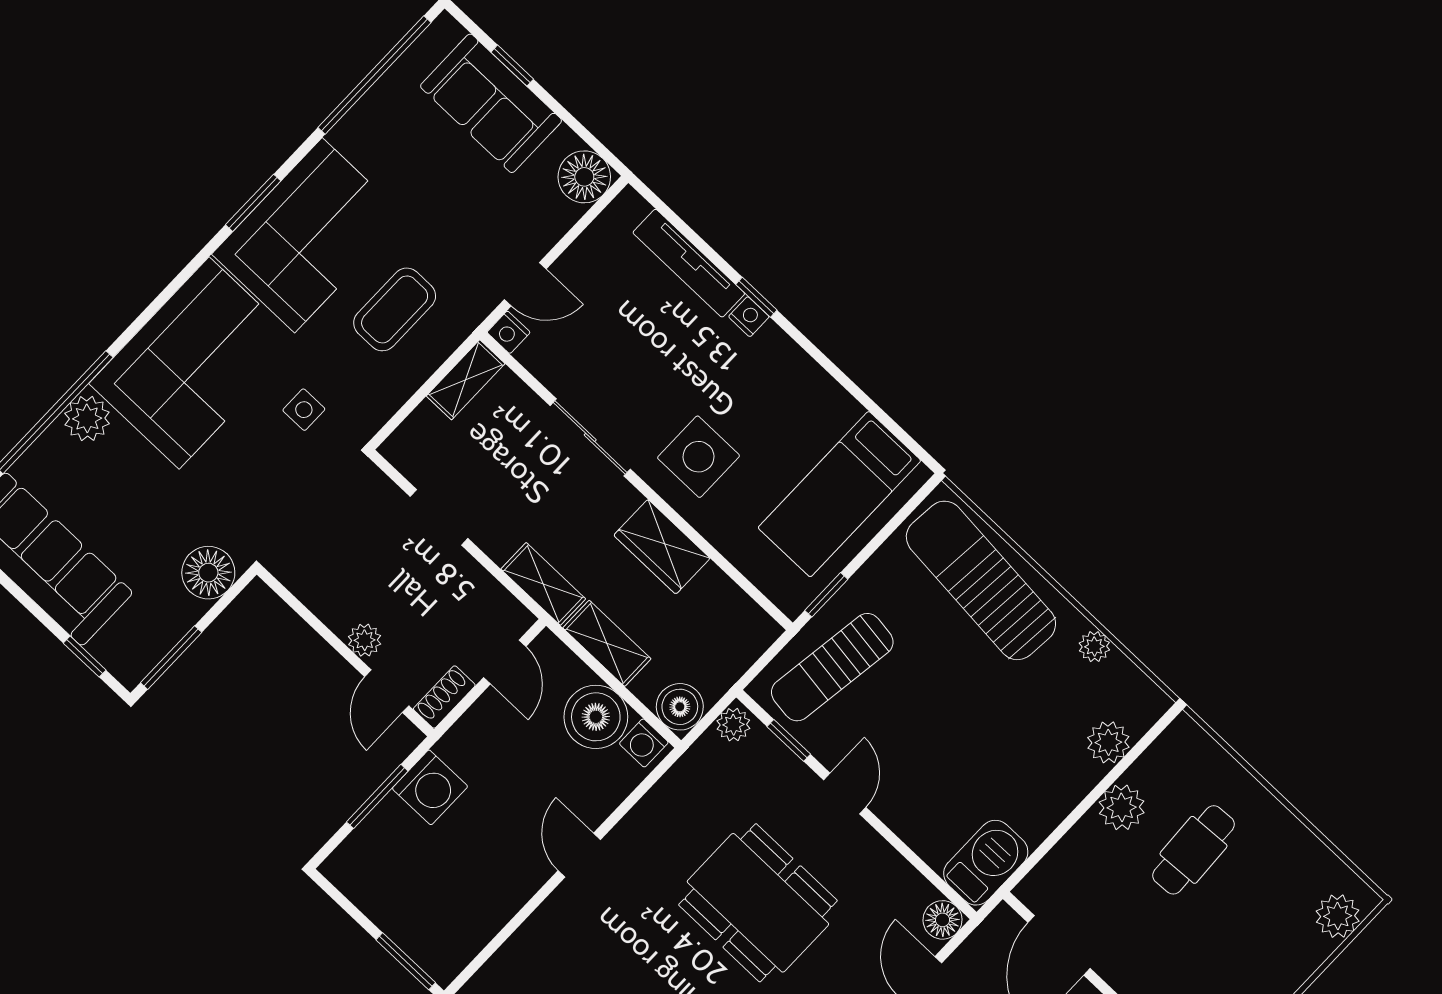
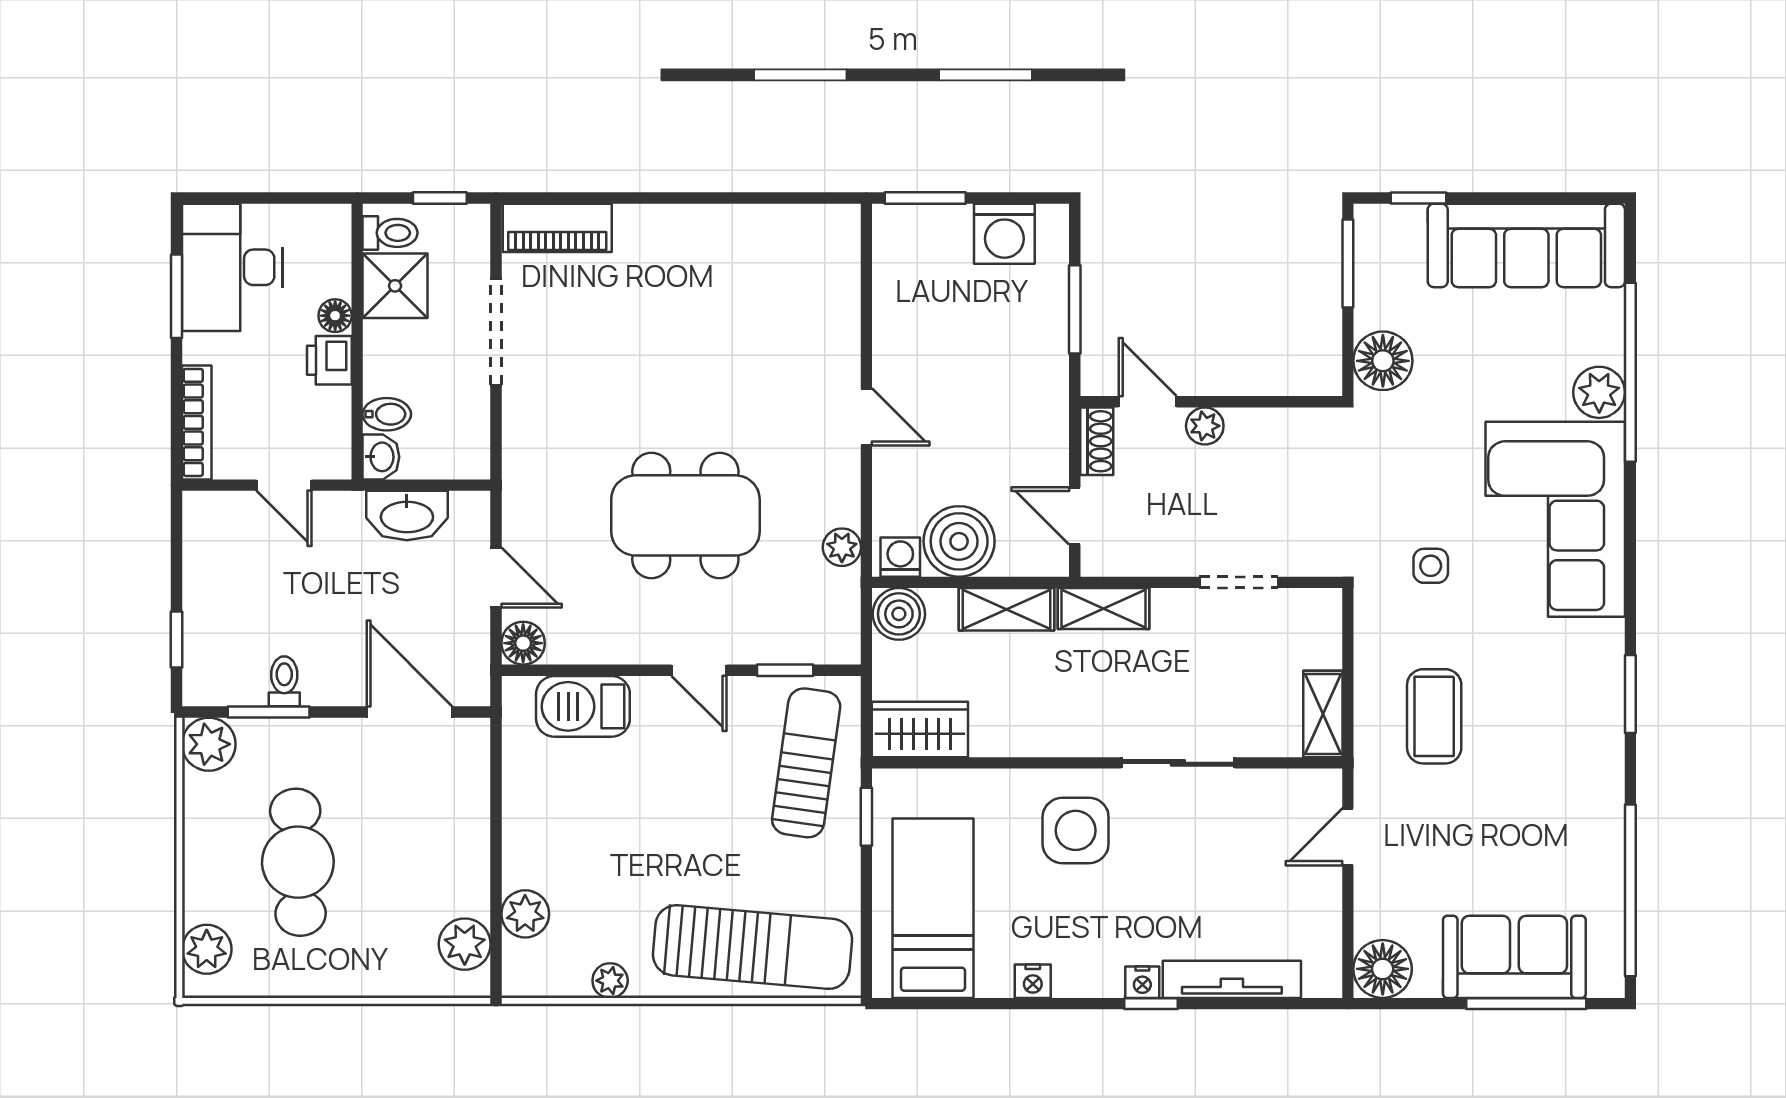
window: (512, 66) -> (1526, 1004), width x2.17
corner sofa: (308, 235) -> (1561, 710), removed
nightstand: (509, 332) -> (1033, 981), moved, turned 180
wardrobe: (662, 547) -> (920, 730), moved
plant: (733, 725) -> (842, 547), moved
washing machine: (430, 787) -> (1004, 234), moved, turned -90
plant: (1122, 807) -> (465, 944), moved
cafe table: (1193, 850) -> (298, 862), moved, width x1.37, depth x1.35
barbecue: (986, 863) -> (583, 706), moved, turned 90

